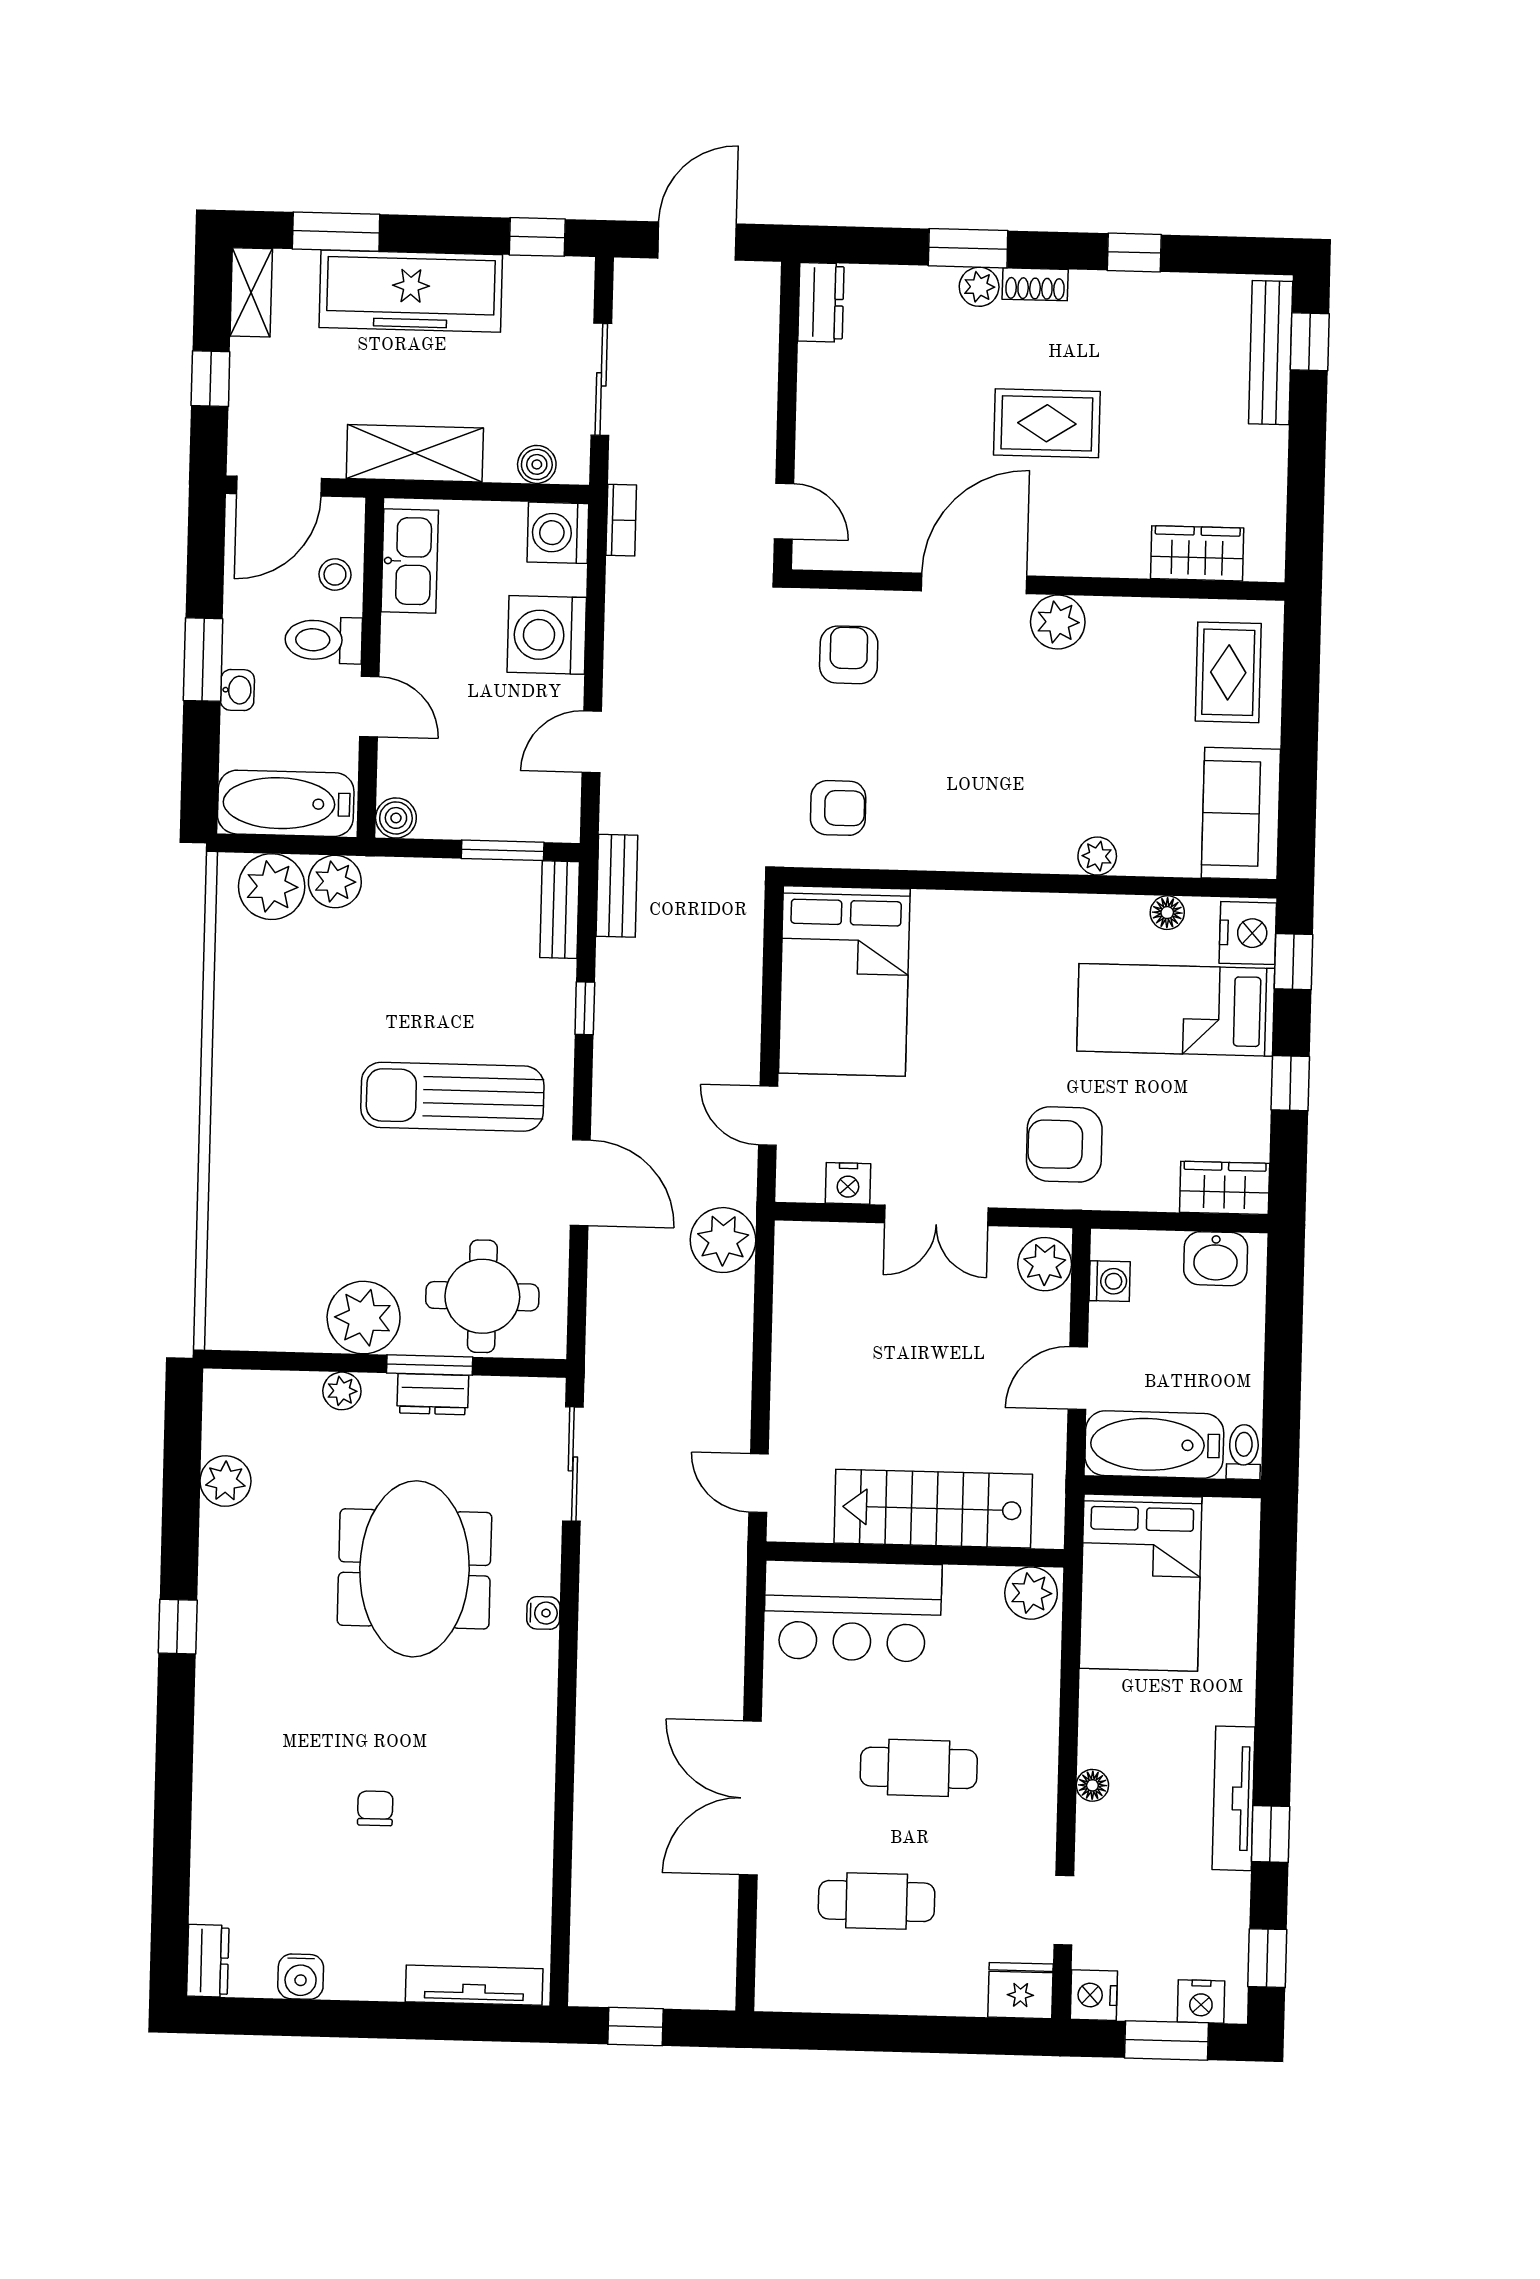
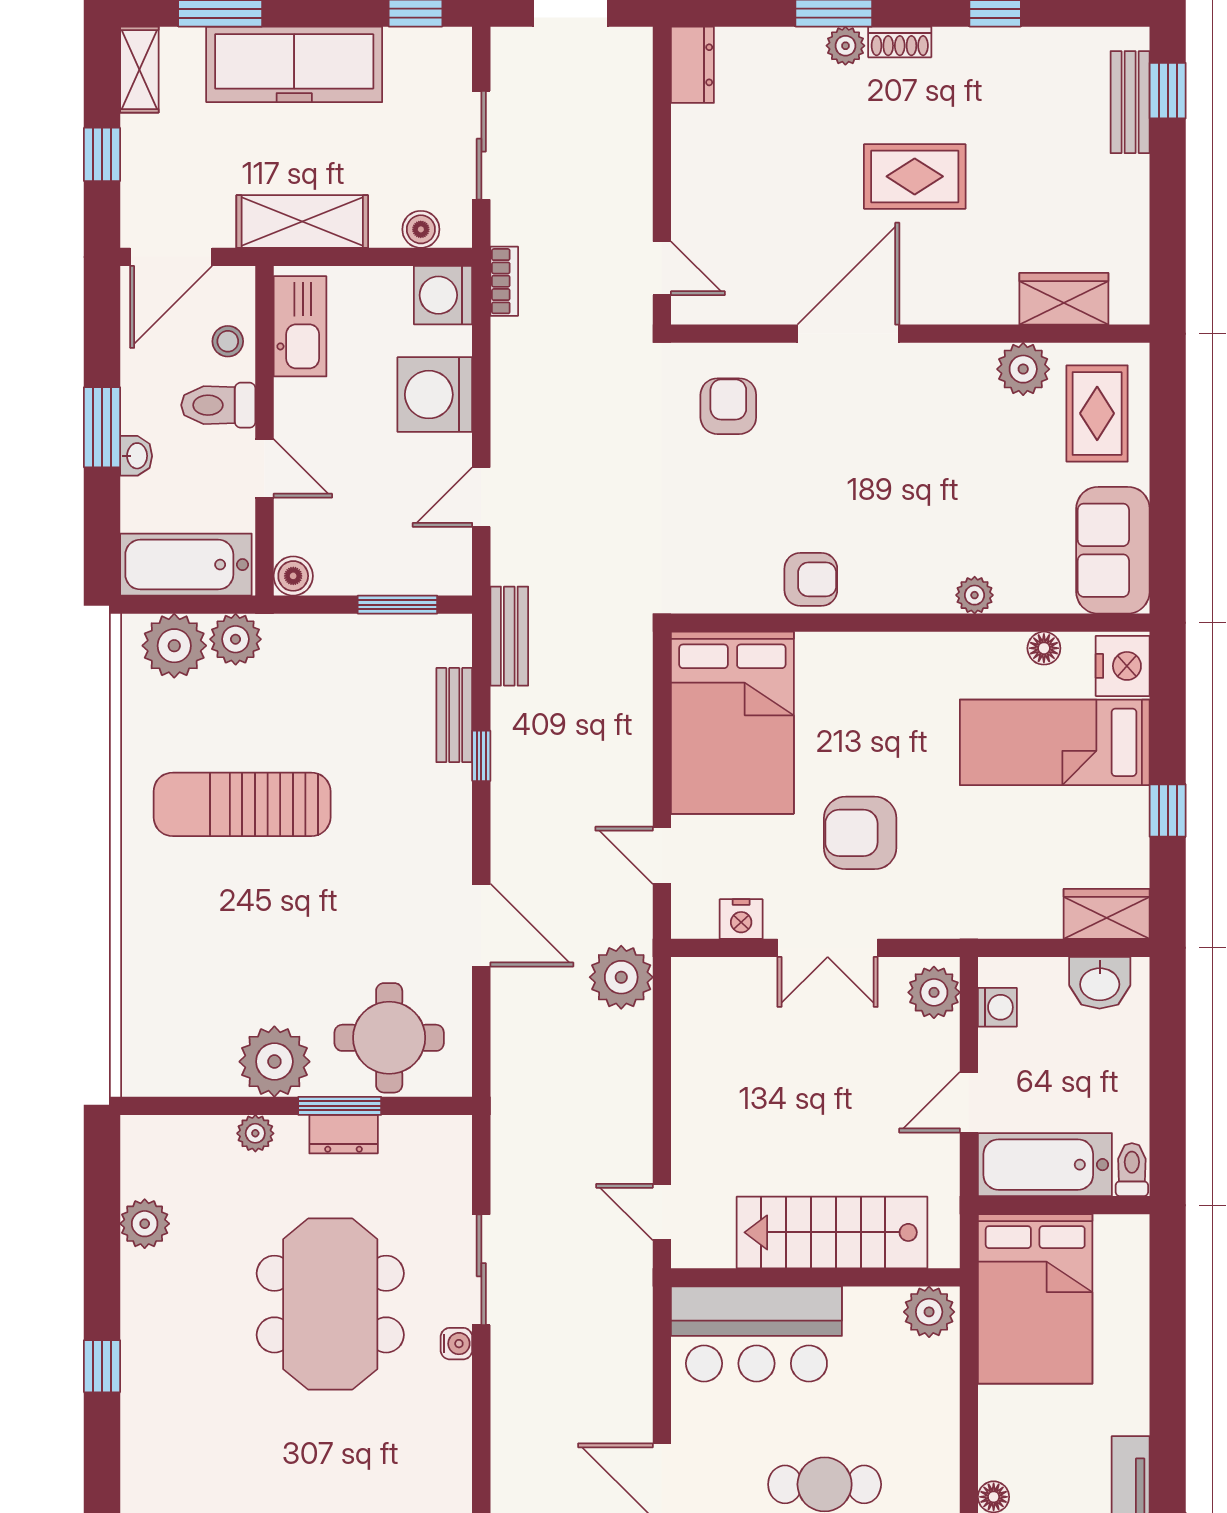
bench: (1271, 353) -> (1130, 102), width x0.73
plant: (1058, 622) -> (1023, 369), moved
armchair: (838, 808) -> (811, 579), moved
bench: (560, 910) -> (454, 715), moved
window: (1293, 962) -> (1168, 693), removed
sun lounger: (452, 1097) -> (242, 804), moved
armchair: (1064, 1144) -> (860, 833), moved
sliding door: (573, 1464) -> (481, 1270), moved

